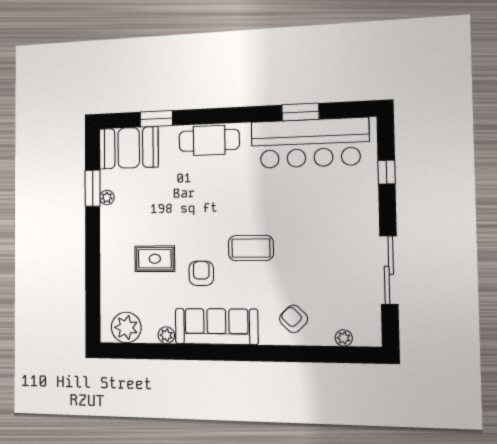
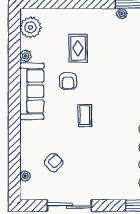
coffee table: (251, 248) -> (85, 115), width x0.73, depth x0.77
armchair: (201, 273) -> (68, 81), turned 90
armchair: (294, 319) -> (54, 163), moved

